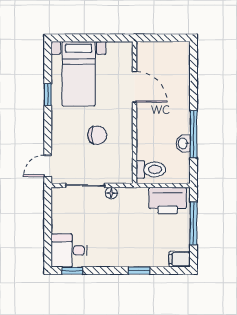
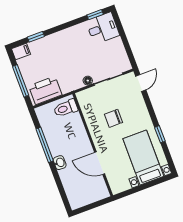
washbasin: (183, 143) -> (60, 163), moved
window: (139, 270) -> (36, 37), moved

